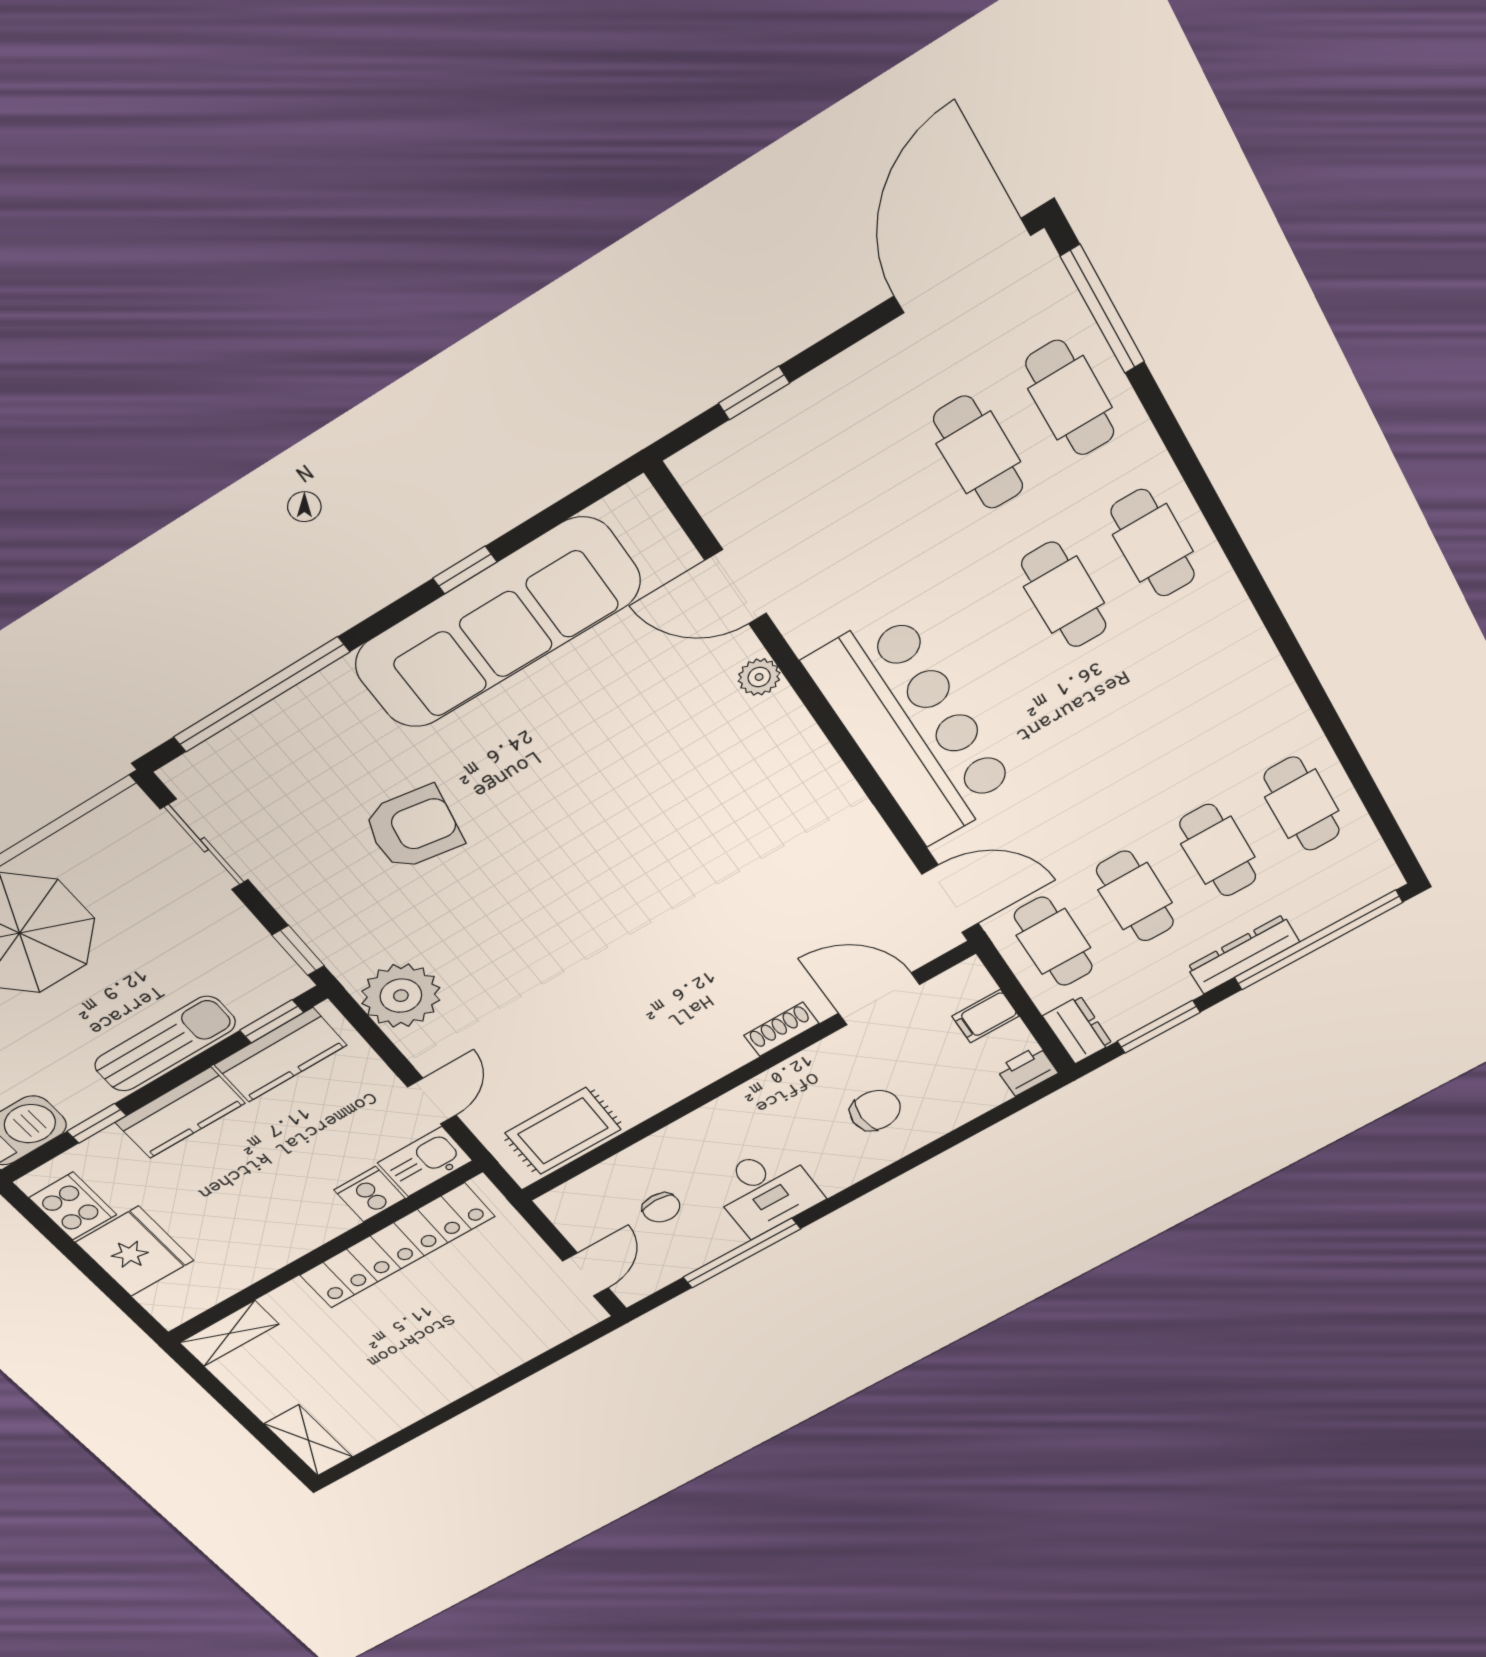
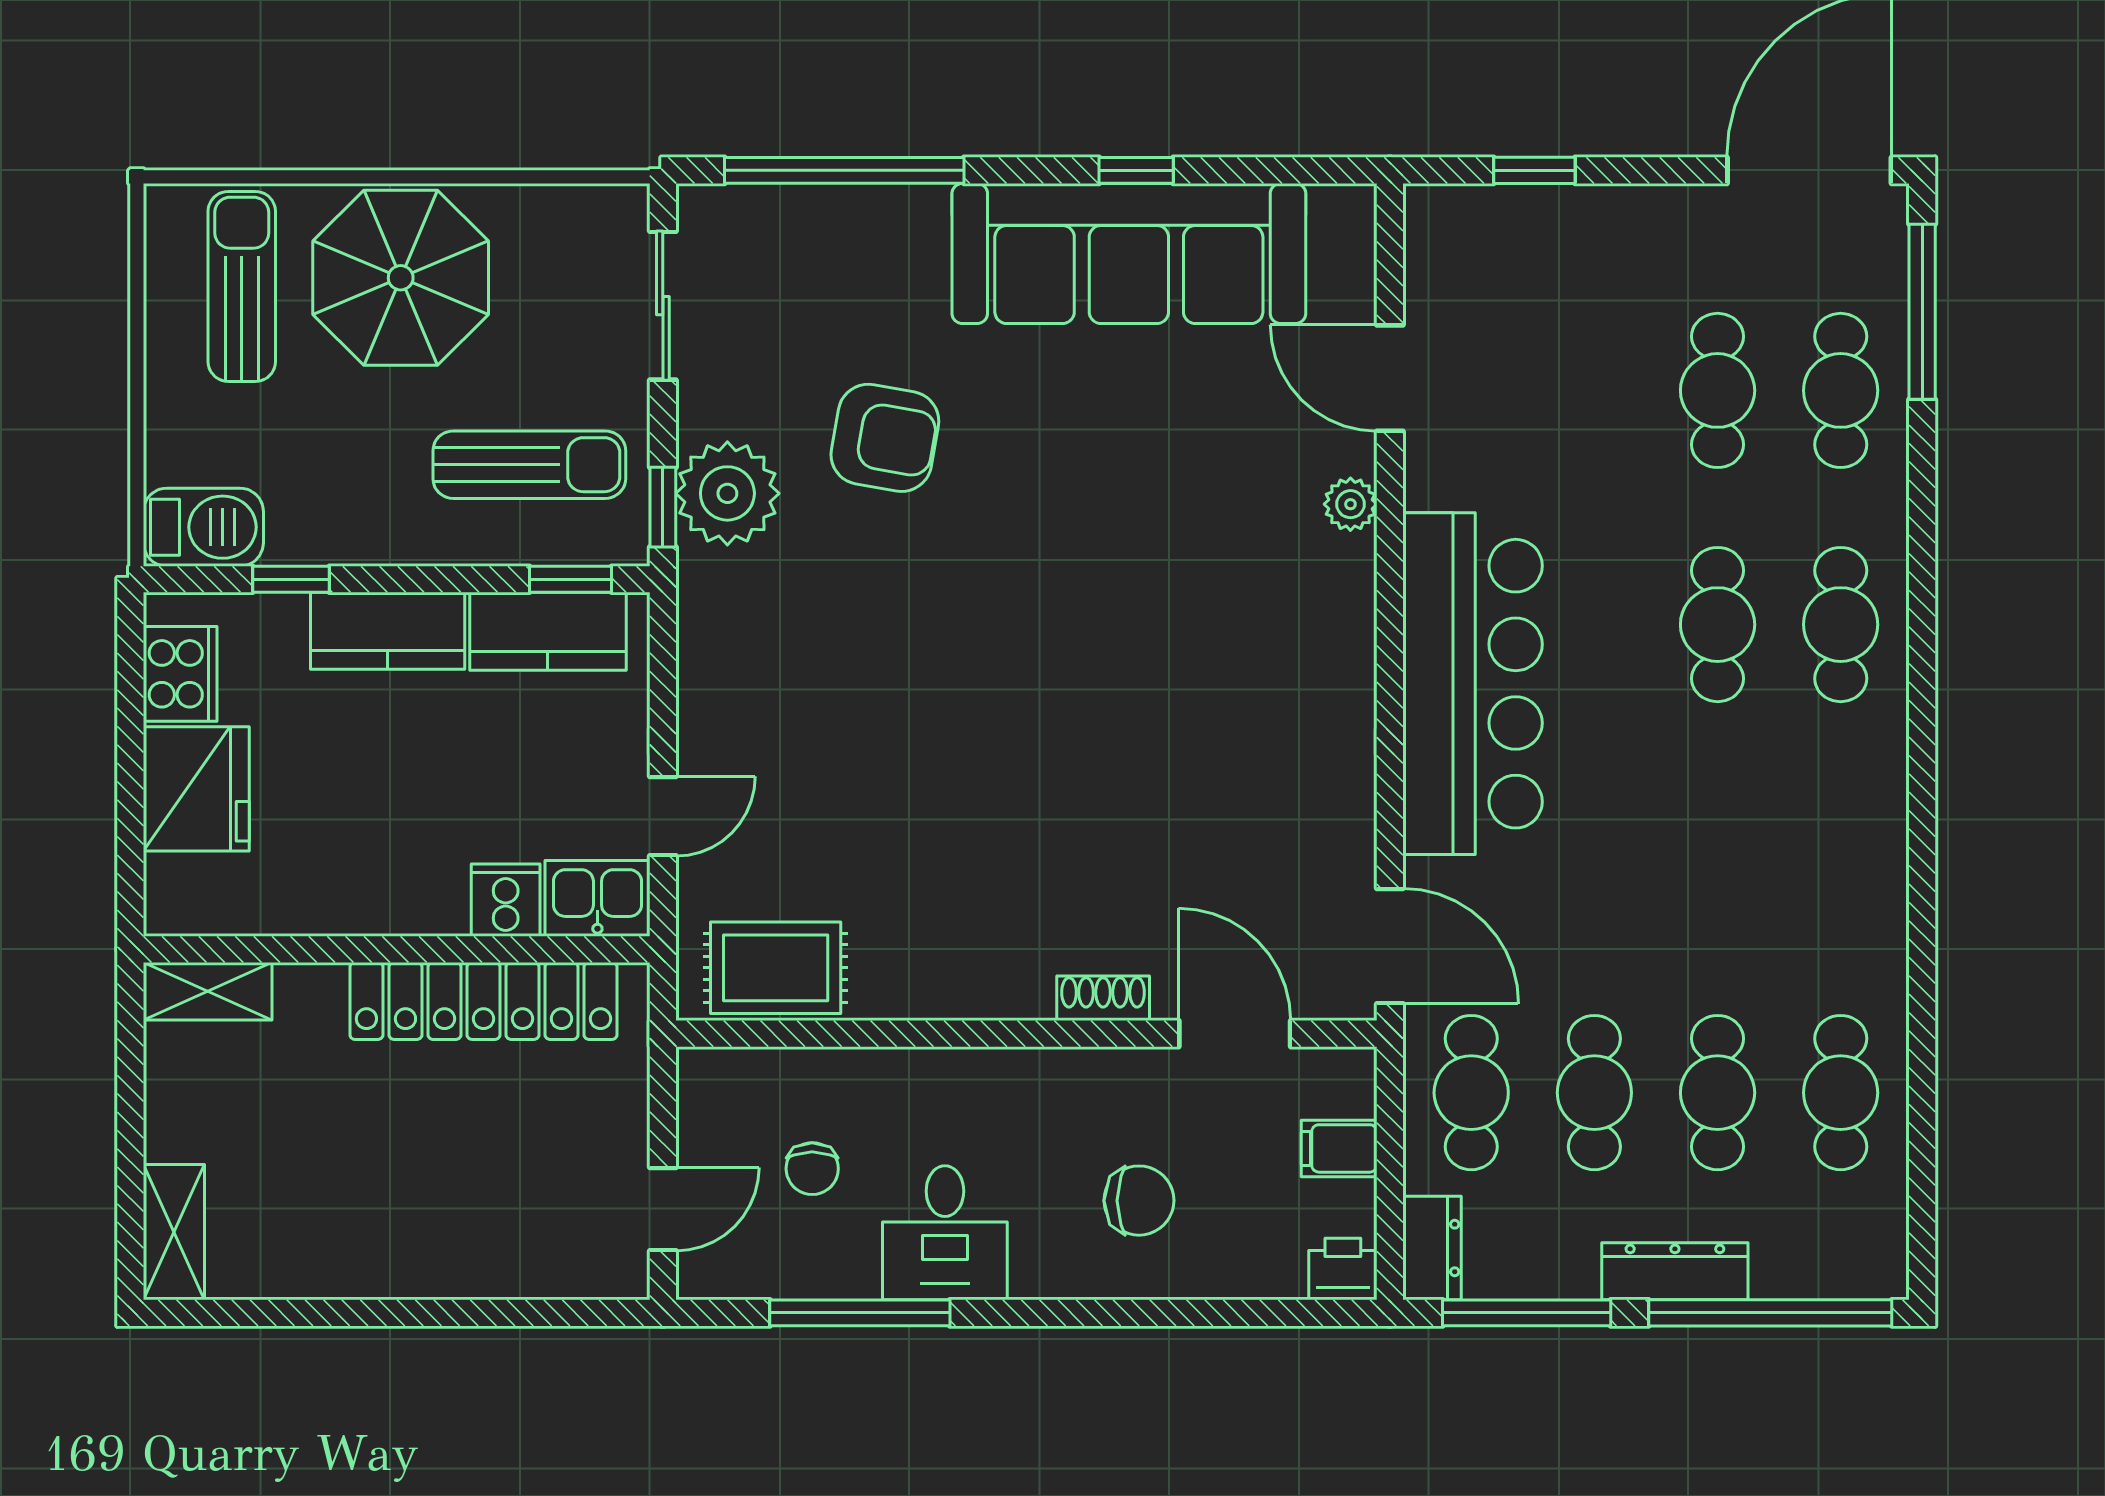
plant: (401, 996) -> (727, 493), moved
window: (1159, 1027) -> (1527, 1313), width x1.44
sun lounger: (165, 1044) -> (529, 465), moved

